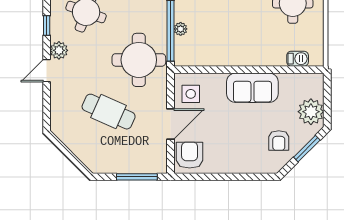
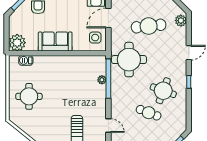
plant: (59, 50) -> (181, 21), moved
cafe table: (109, 112) -> (149, 26), turned -30
plant: (311, 112) -> (17, 43), moved

